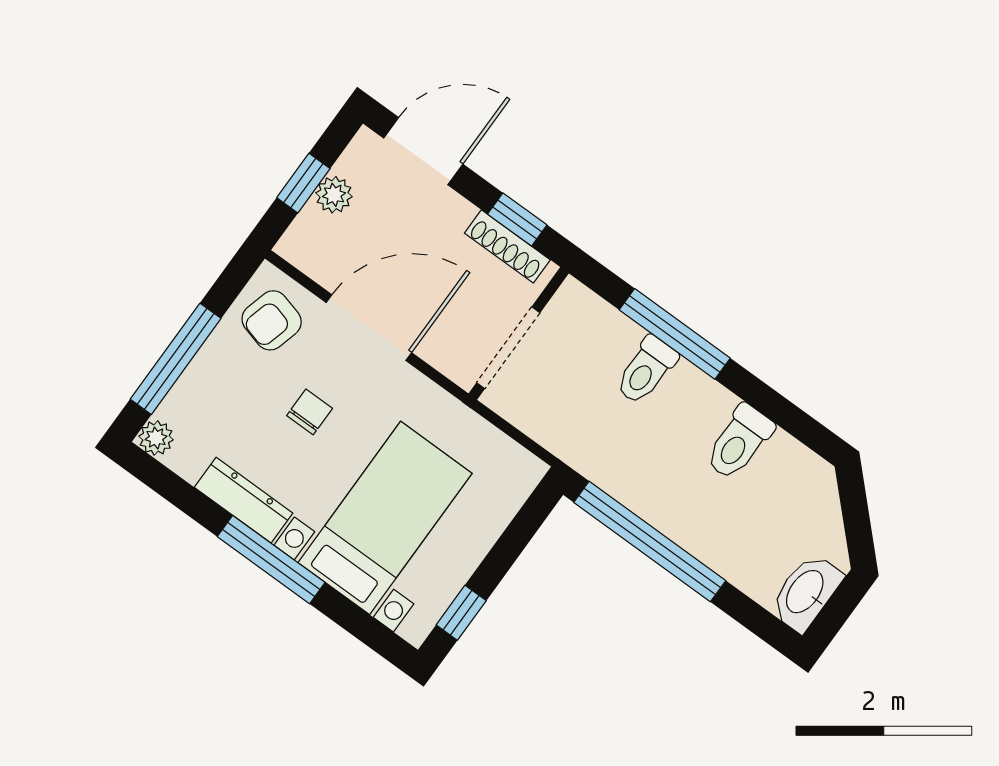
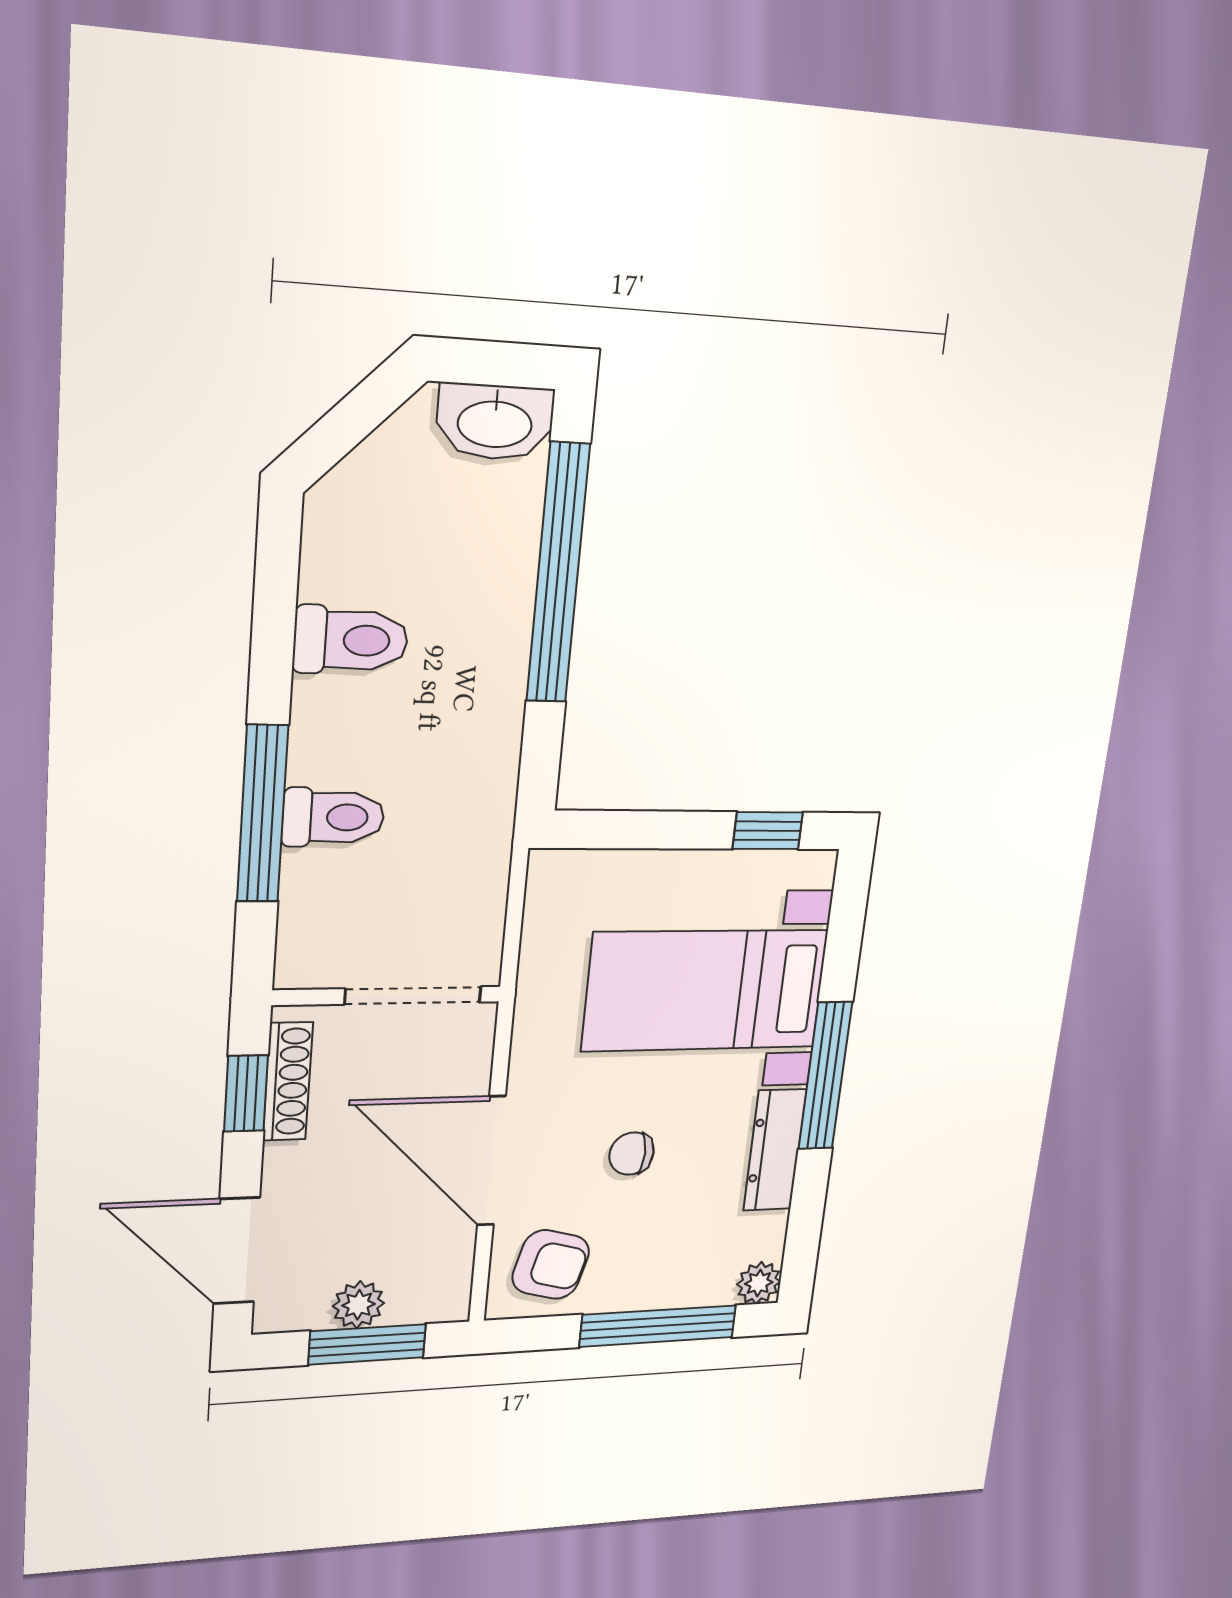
window: (303, 183) -> (367, 1344), width x1.50
window: (650, 541) -> (558, 574), moved

